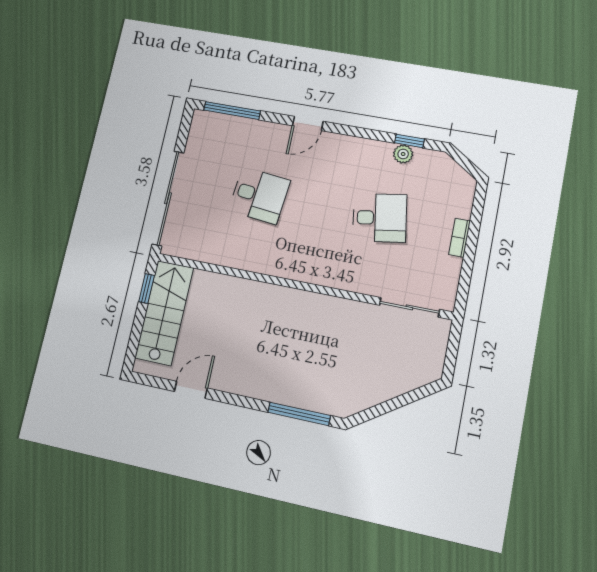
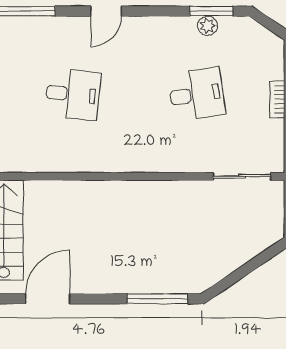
window: (410, 141) -> (211, 11), width x1.50
door: (191, 390) -> (48, 299), width x1.38

